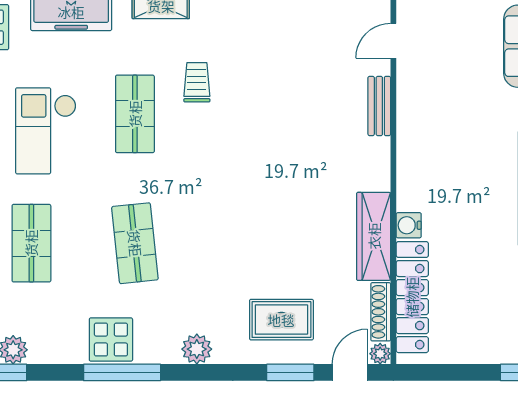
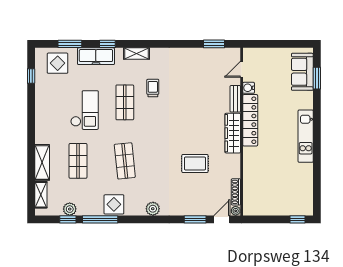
checkout: (46, 131) -> (84, 110), turned 180
water cooler: (409, 225) -> (249, 88), moved
wardrobe: (374, 236) -> (233, 133), moved
locker: (412, 297) -> (250, 120), moved
rug: (281, 320) -> (195, 164), moved
window: (122, 372) -> (100, 219), moved

